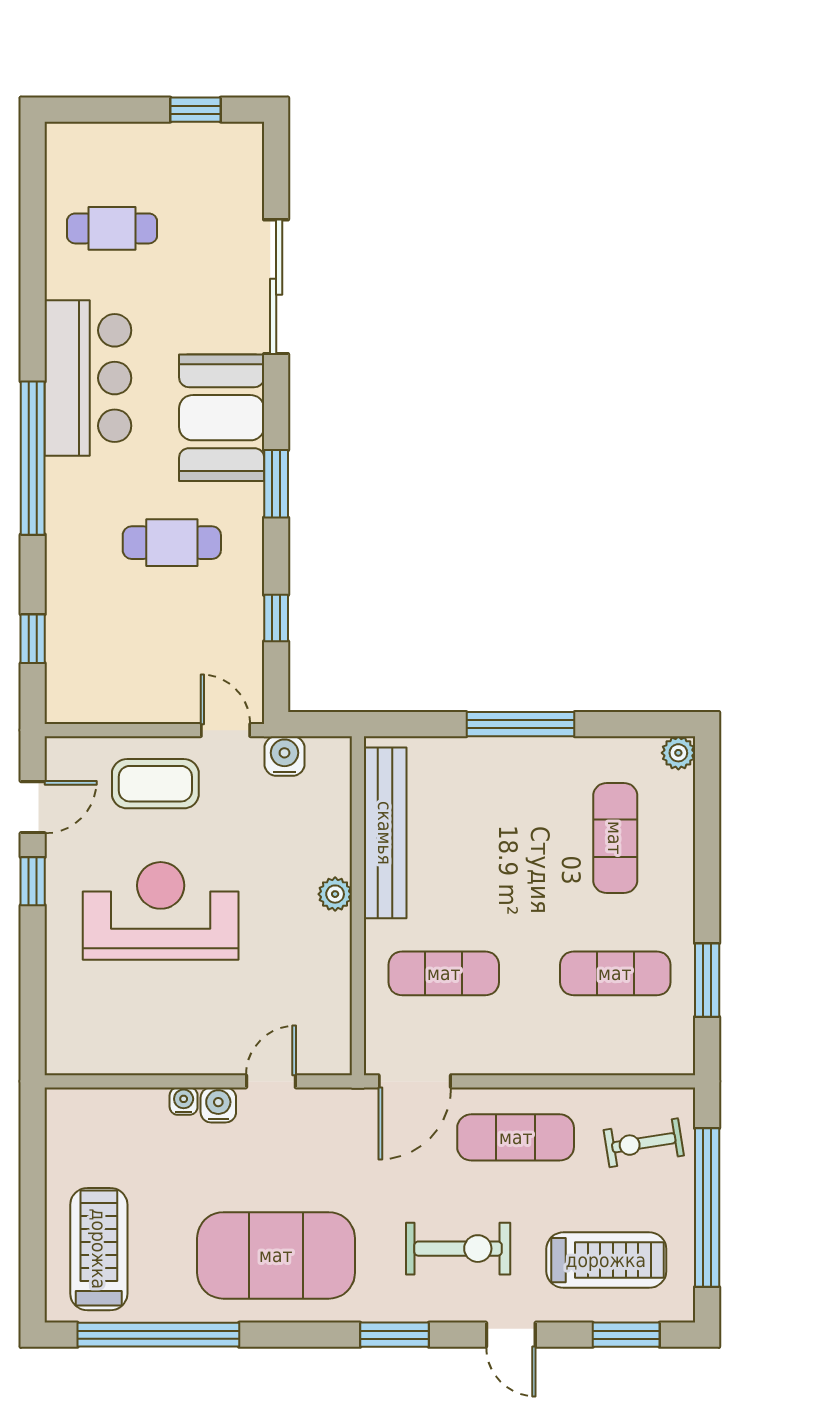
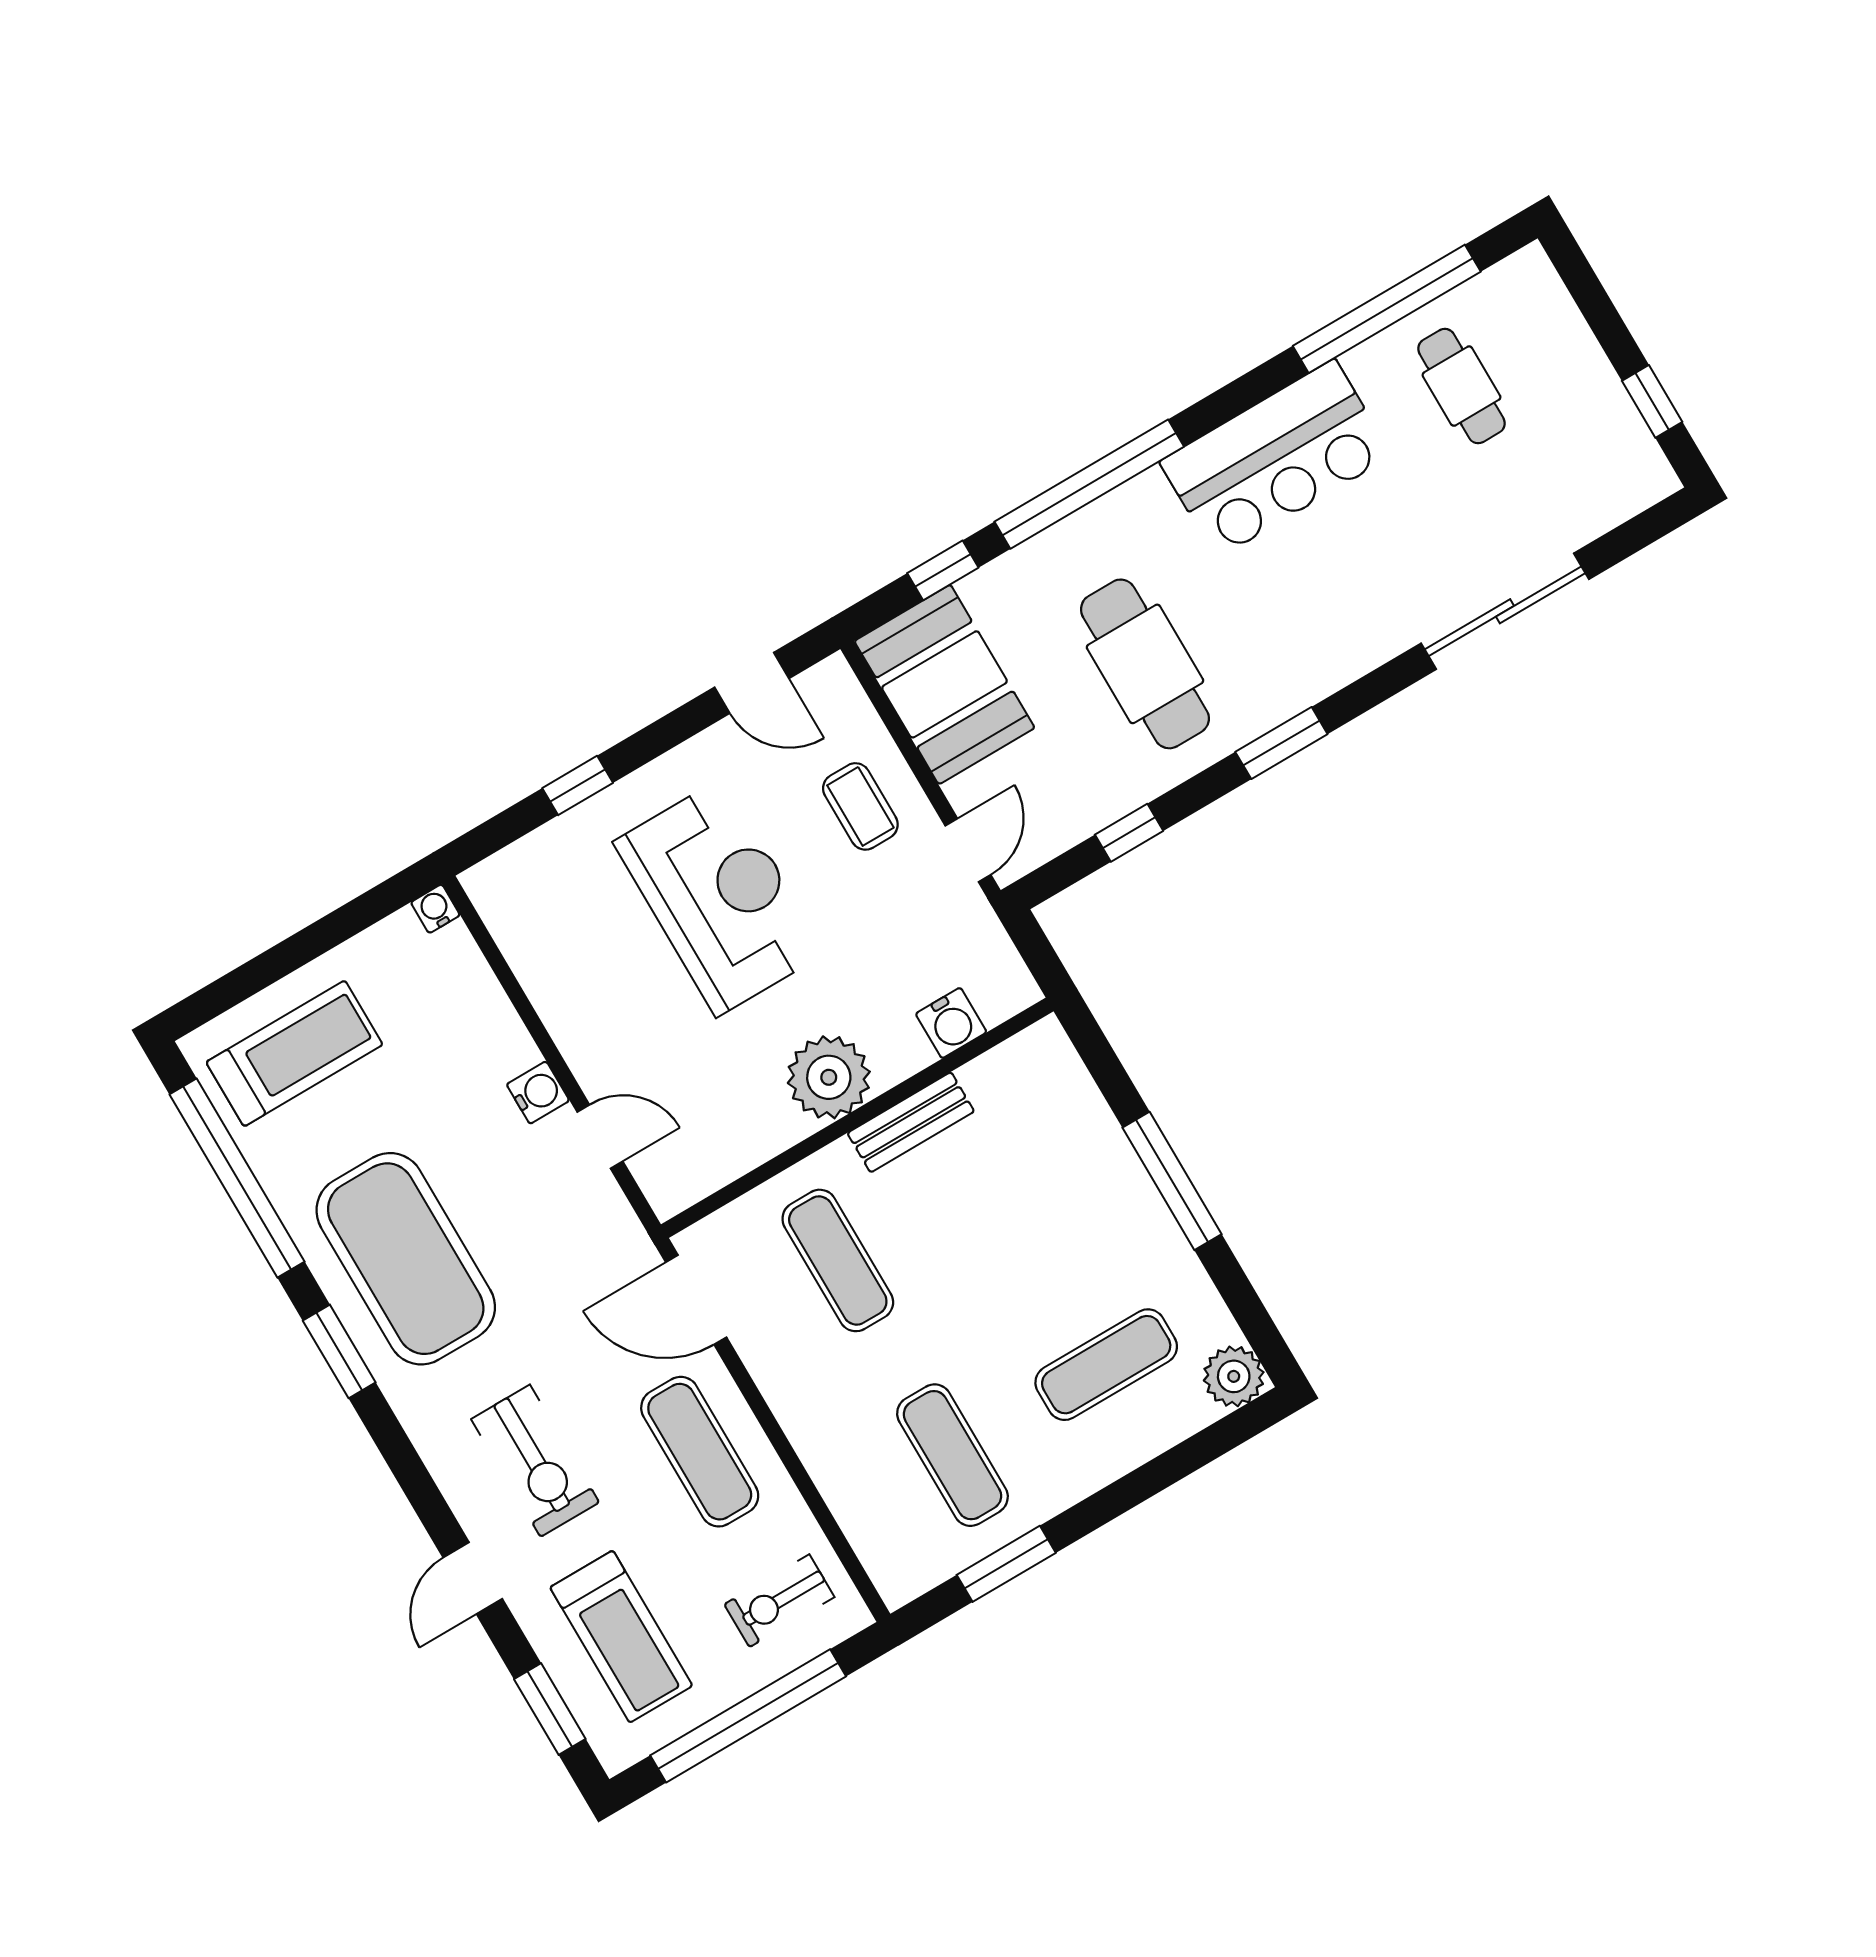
window: (33, 248) -> (1387, 309), added
booth: (222, 418) -> (945, 684), moved, turned 90
window: (33, 458) -> (1089, 484), moved
cafe table: (172, 543) -> (1145, 664), width x1.37, depth x1.35
plant: (678, 753) -> (1234, 1376), width x1.38, depth x1.38
water cooler: (284, 756) -> (951, 1023), moved, turned 90
coffee table: (155, 784) -> (860, 806), width x0.73, depth x0.77
bench: (385, 833) -> (911, 1122), width x0.54, depth x0.82
window: (33, 881) -> (578, 785), moved
plant: (335, 894) -> (829, 1077), width x1.88, depth x1.88
water cooler: (184, 1101) -> (435, 909), moved, turned -90
exercise bike: (644, 1143) -> (779, 1601), turned -81
window: (394, 1335) -> (339, 1351), moved

